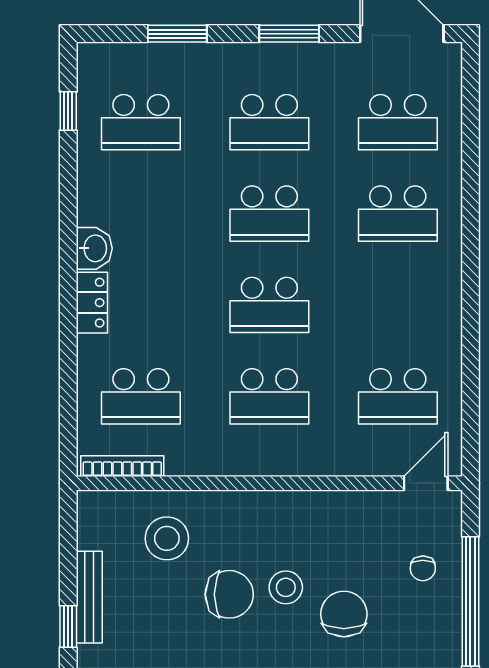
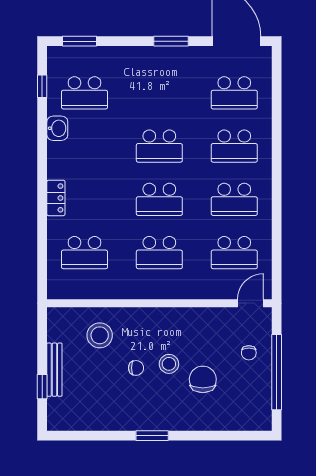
window: (177, 34) -> (79, 41), moved
school desk: (269, 122) -> (234, 199), moved
washbasin: (94, 248) -> (57, 128), moved
bookcase: (122, 466) -> (74, 293), removed
chair: (229, 594) -> (136, 368), width x0.54, depth x0.54

